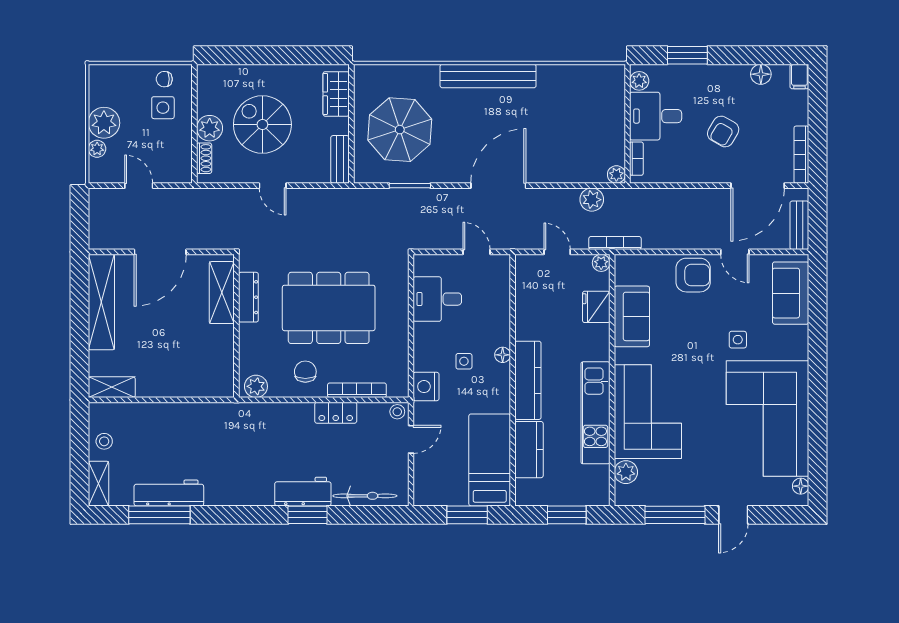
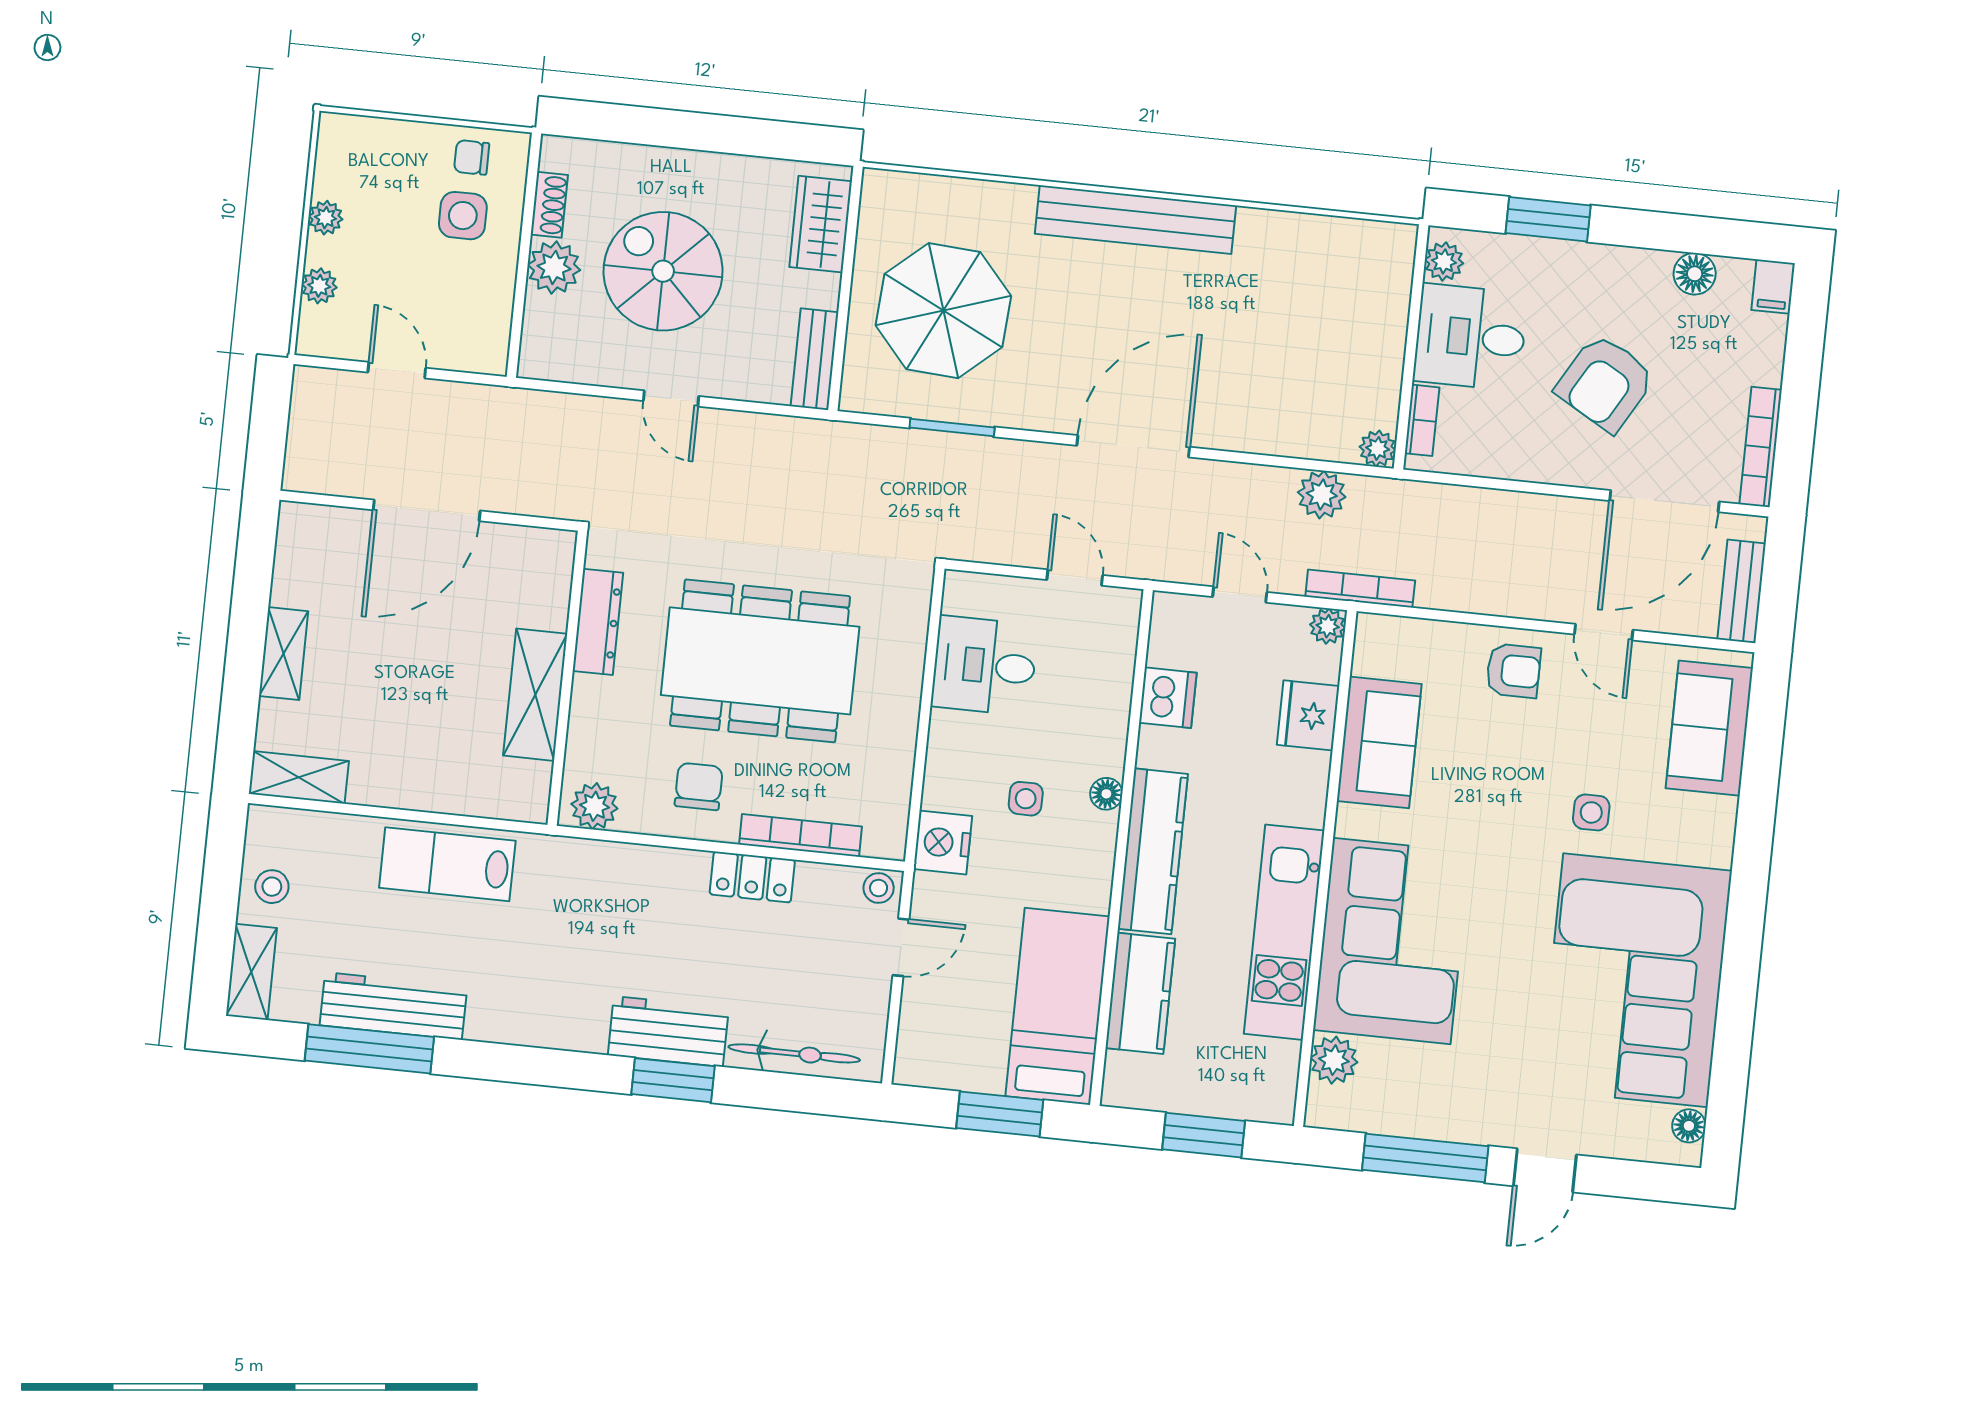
plant: (104, 123) -> (326, 218), width x0.53, depth x0.53
armchair: (723, 131) -> (1605, 383), width x1.38, depth x1.38
shoe rack: (204, 158) -> (549, 205), moved
armchair: (693, 275) -> (1513, 671), width x0.72, depth x0.72
shelving: (222, 293) -> (535, 695), moved
shelving: (101, 302) -> (284, 654), width x0.45, depth x0.75
dishwasher: (528, 305) -> (1168, 698), added
lab bench: (188, 422) -> (447, 864), added

